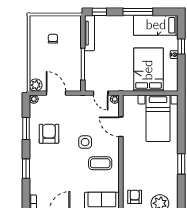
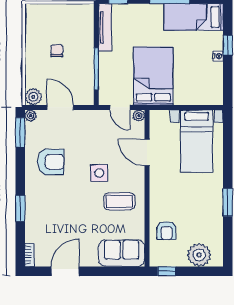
chair: (53, 39) -> (57, 51), moved
bed: (148, 70) -> (153, 76), moved
window: (26, 129) -> (20, 132), moved
armchair: (49, 134) -> (51, 162), turned 90
armchair: (135, 197) -> (166, 230), moved, turned 180

